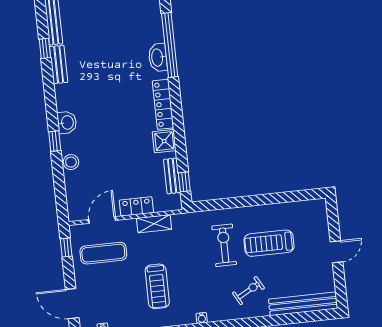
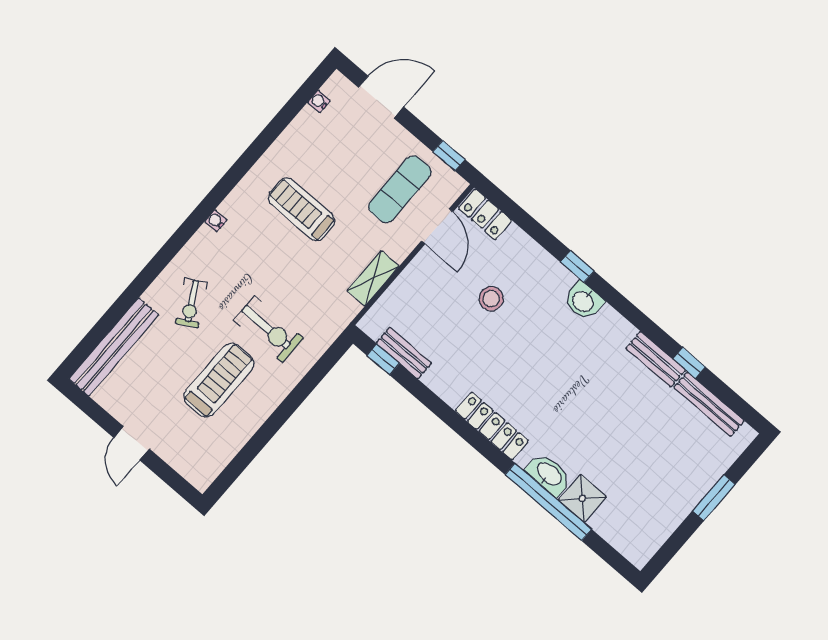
shower: (164, 141) -> (582, 498), moved
stool: (71, 162) -> (491, 299), moved
locker: (136, 206) -> (485, 214), moved, turned 90

